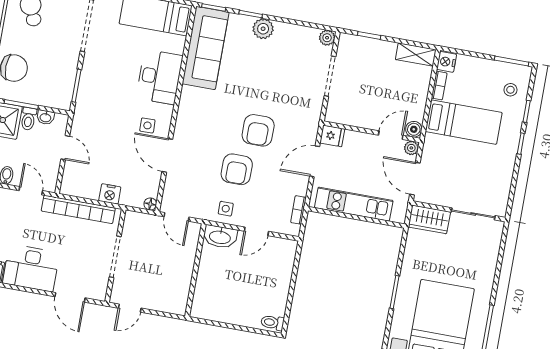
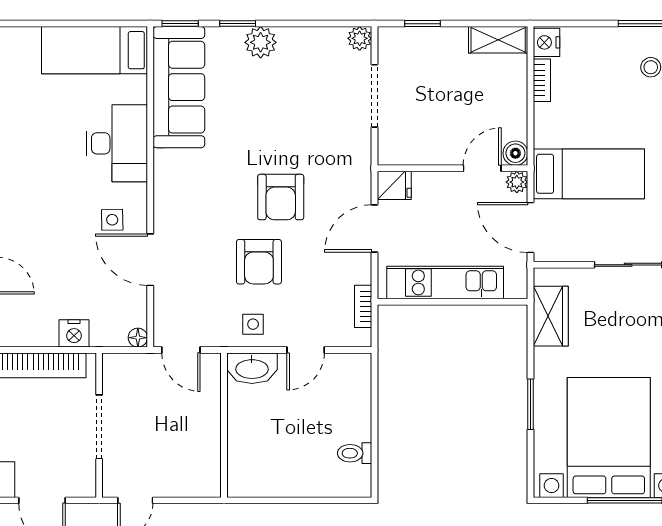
bed: (464, 122) -> (589, 174), moved
wardrobe: (429, 219) -> (551, 316), moved, turned -90
toilet: (272, 323) -> (355, 453), moved

